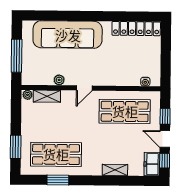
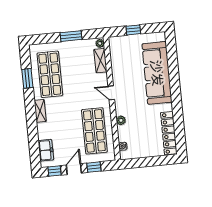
window: (17, 56) -> (133, 30), width x0.46
plant: (59, 80) -> (121, 120), moved
window: (16, 147) -> (71, 36), moved
freezer: (152, 164) -> (46, 150), moved, turned 90
shelving: (115, 170) -> (40, 111), moved

